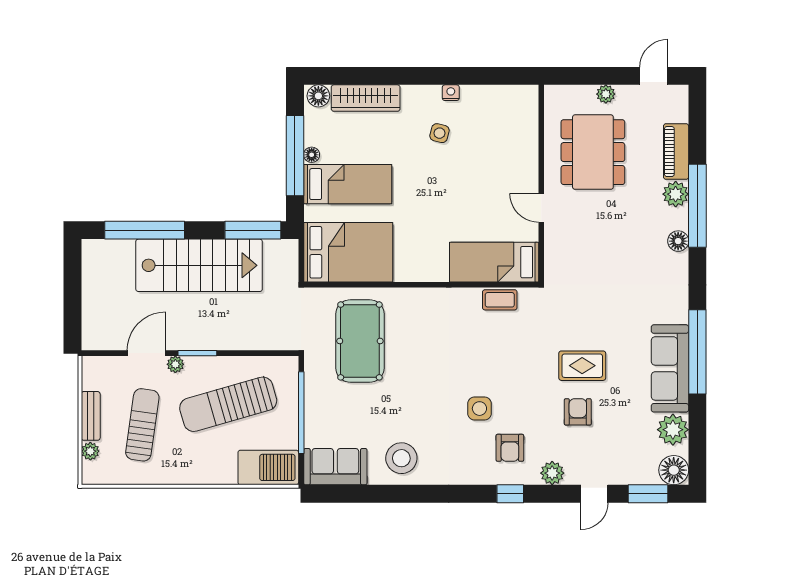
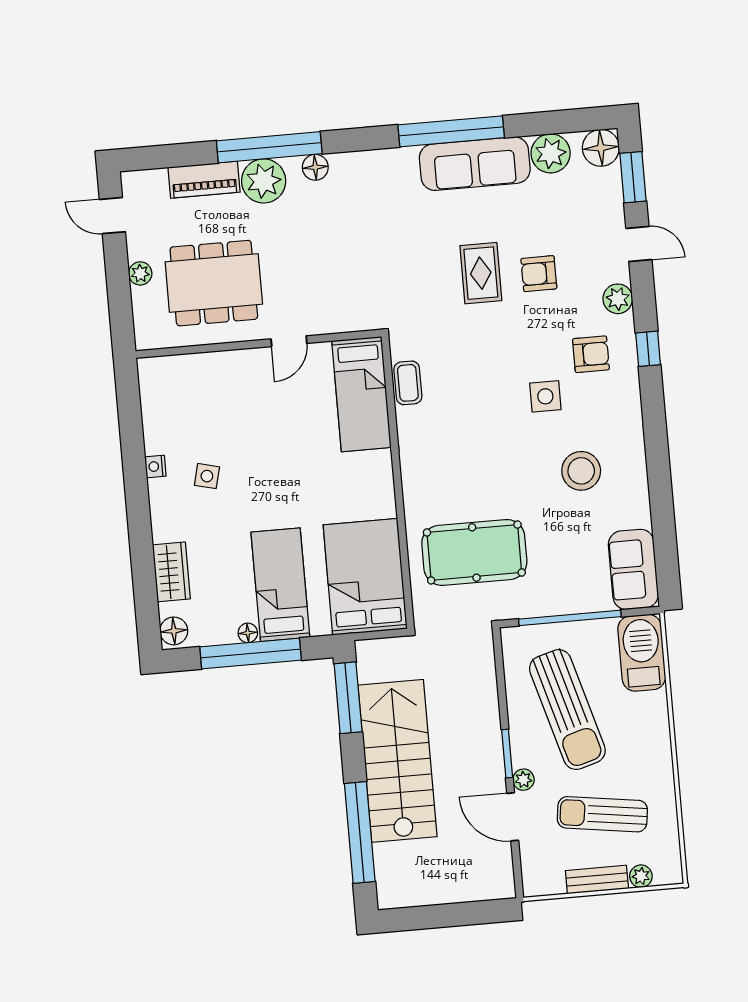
wardrobe: (366, 98) -> (171, 572), width x0.67
plant: (676, 194) -> (264, 181), width x1.36, depth x1.36
stool: (401, 458) -> (581, 471), moved

